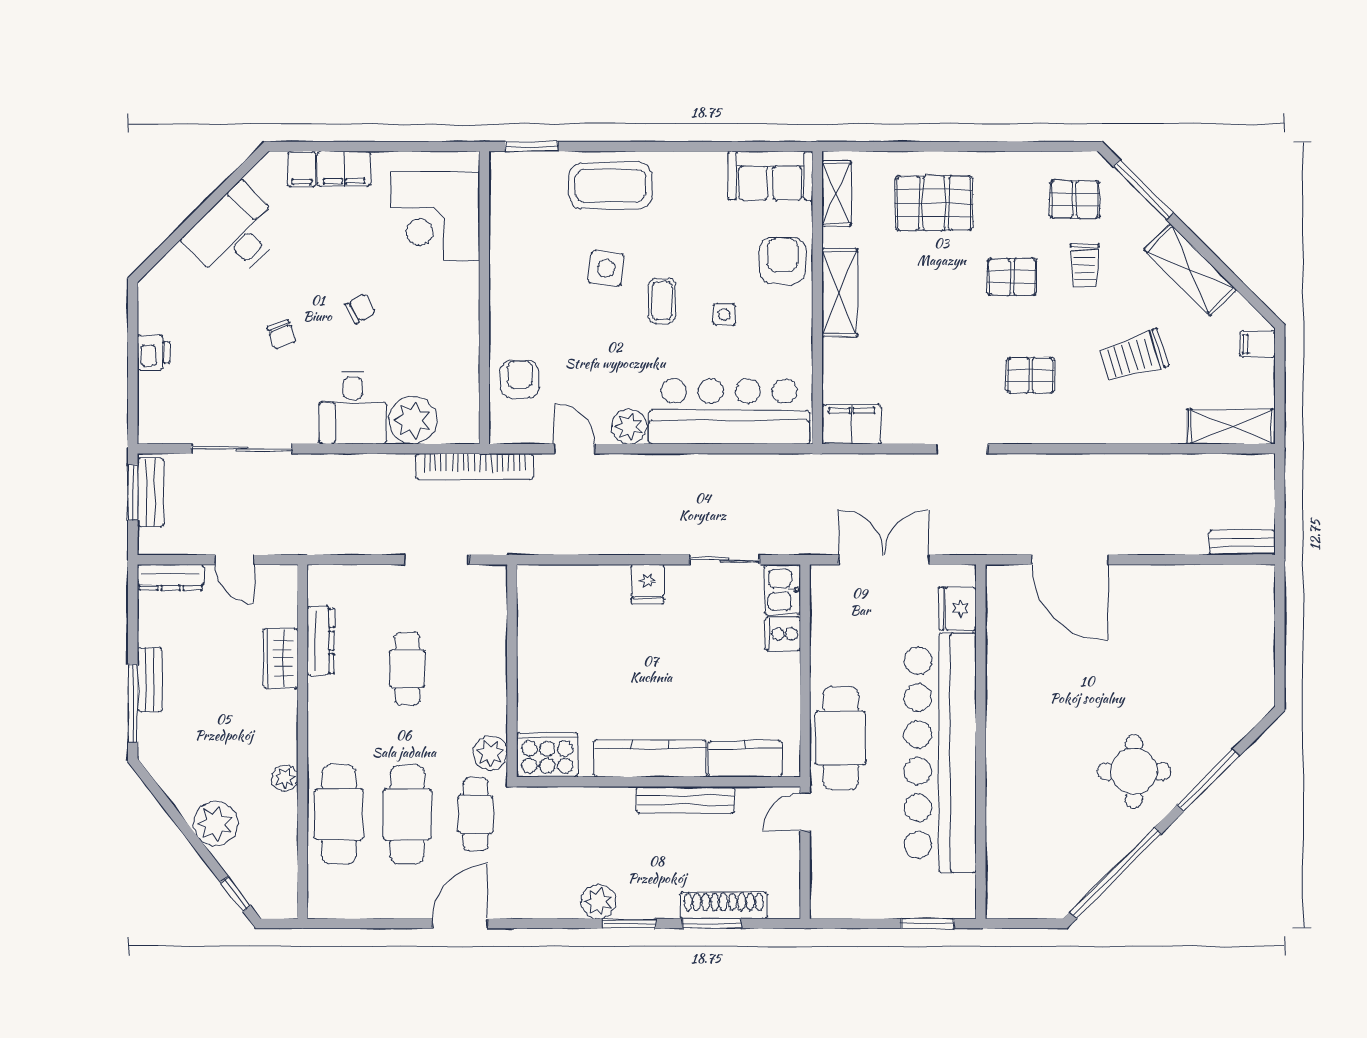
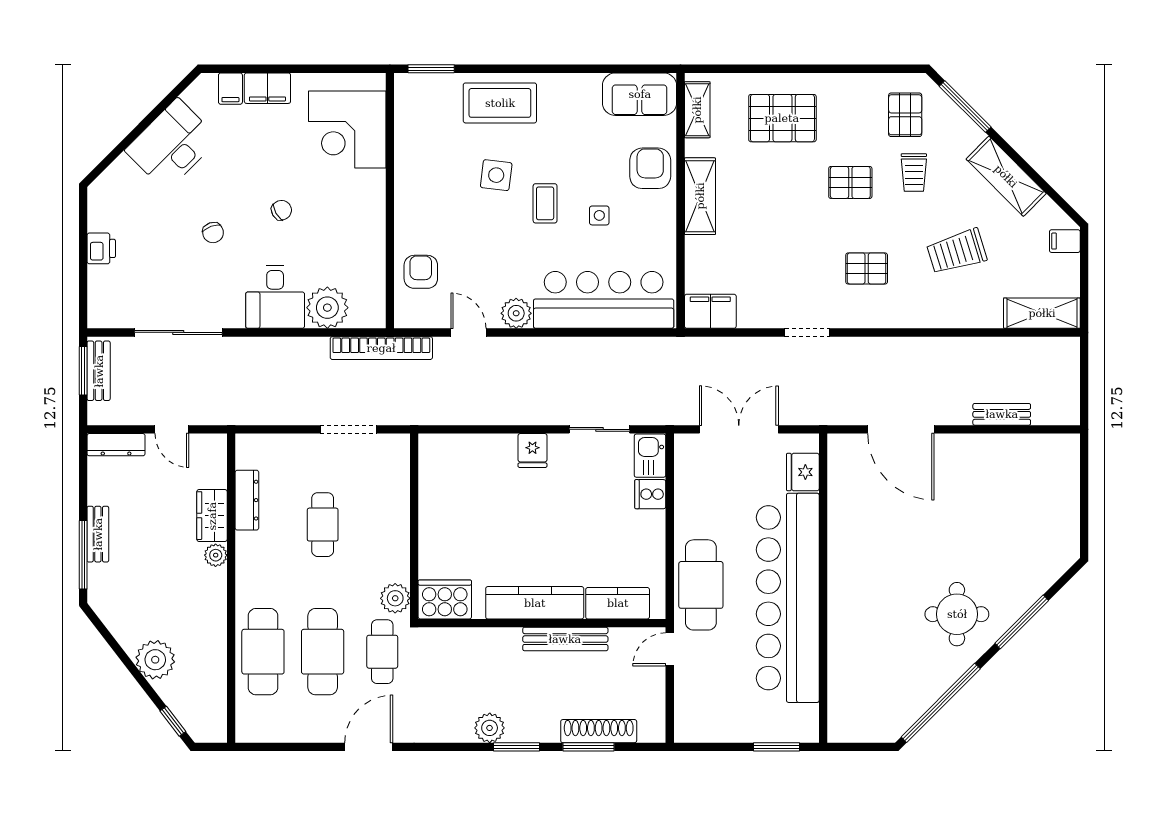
pallet: (1075, 199) -> (905, 115), turned 90
bench: (1242, 542) -> (1002, 414), moved
plant: (285, 778) -> (216, 555), moved

